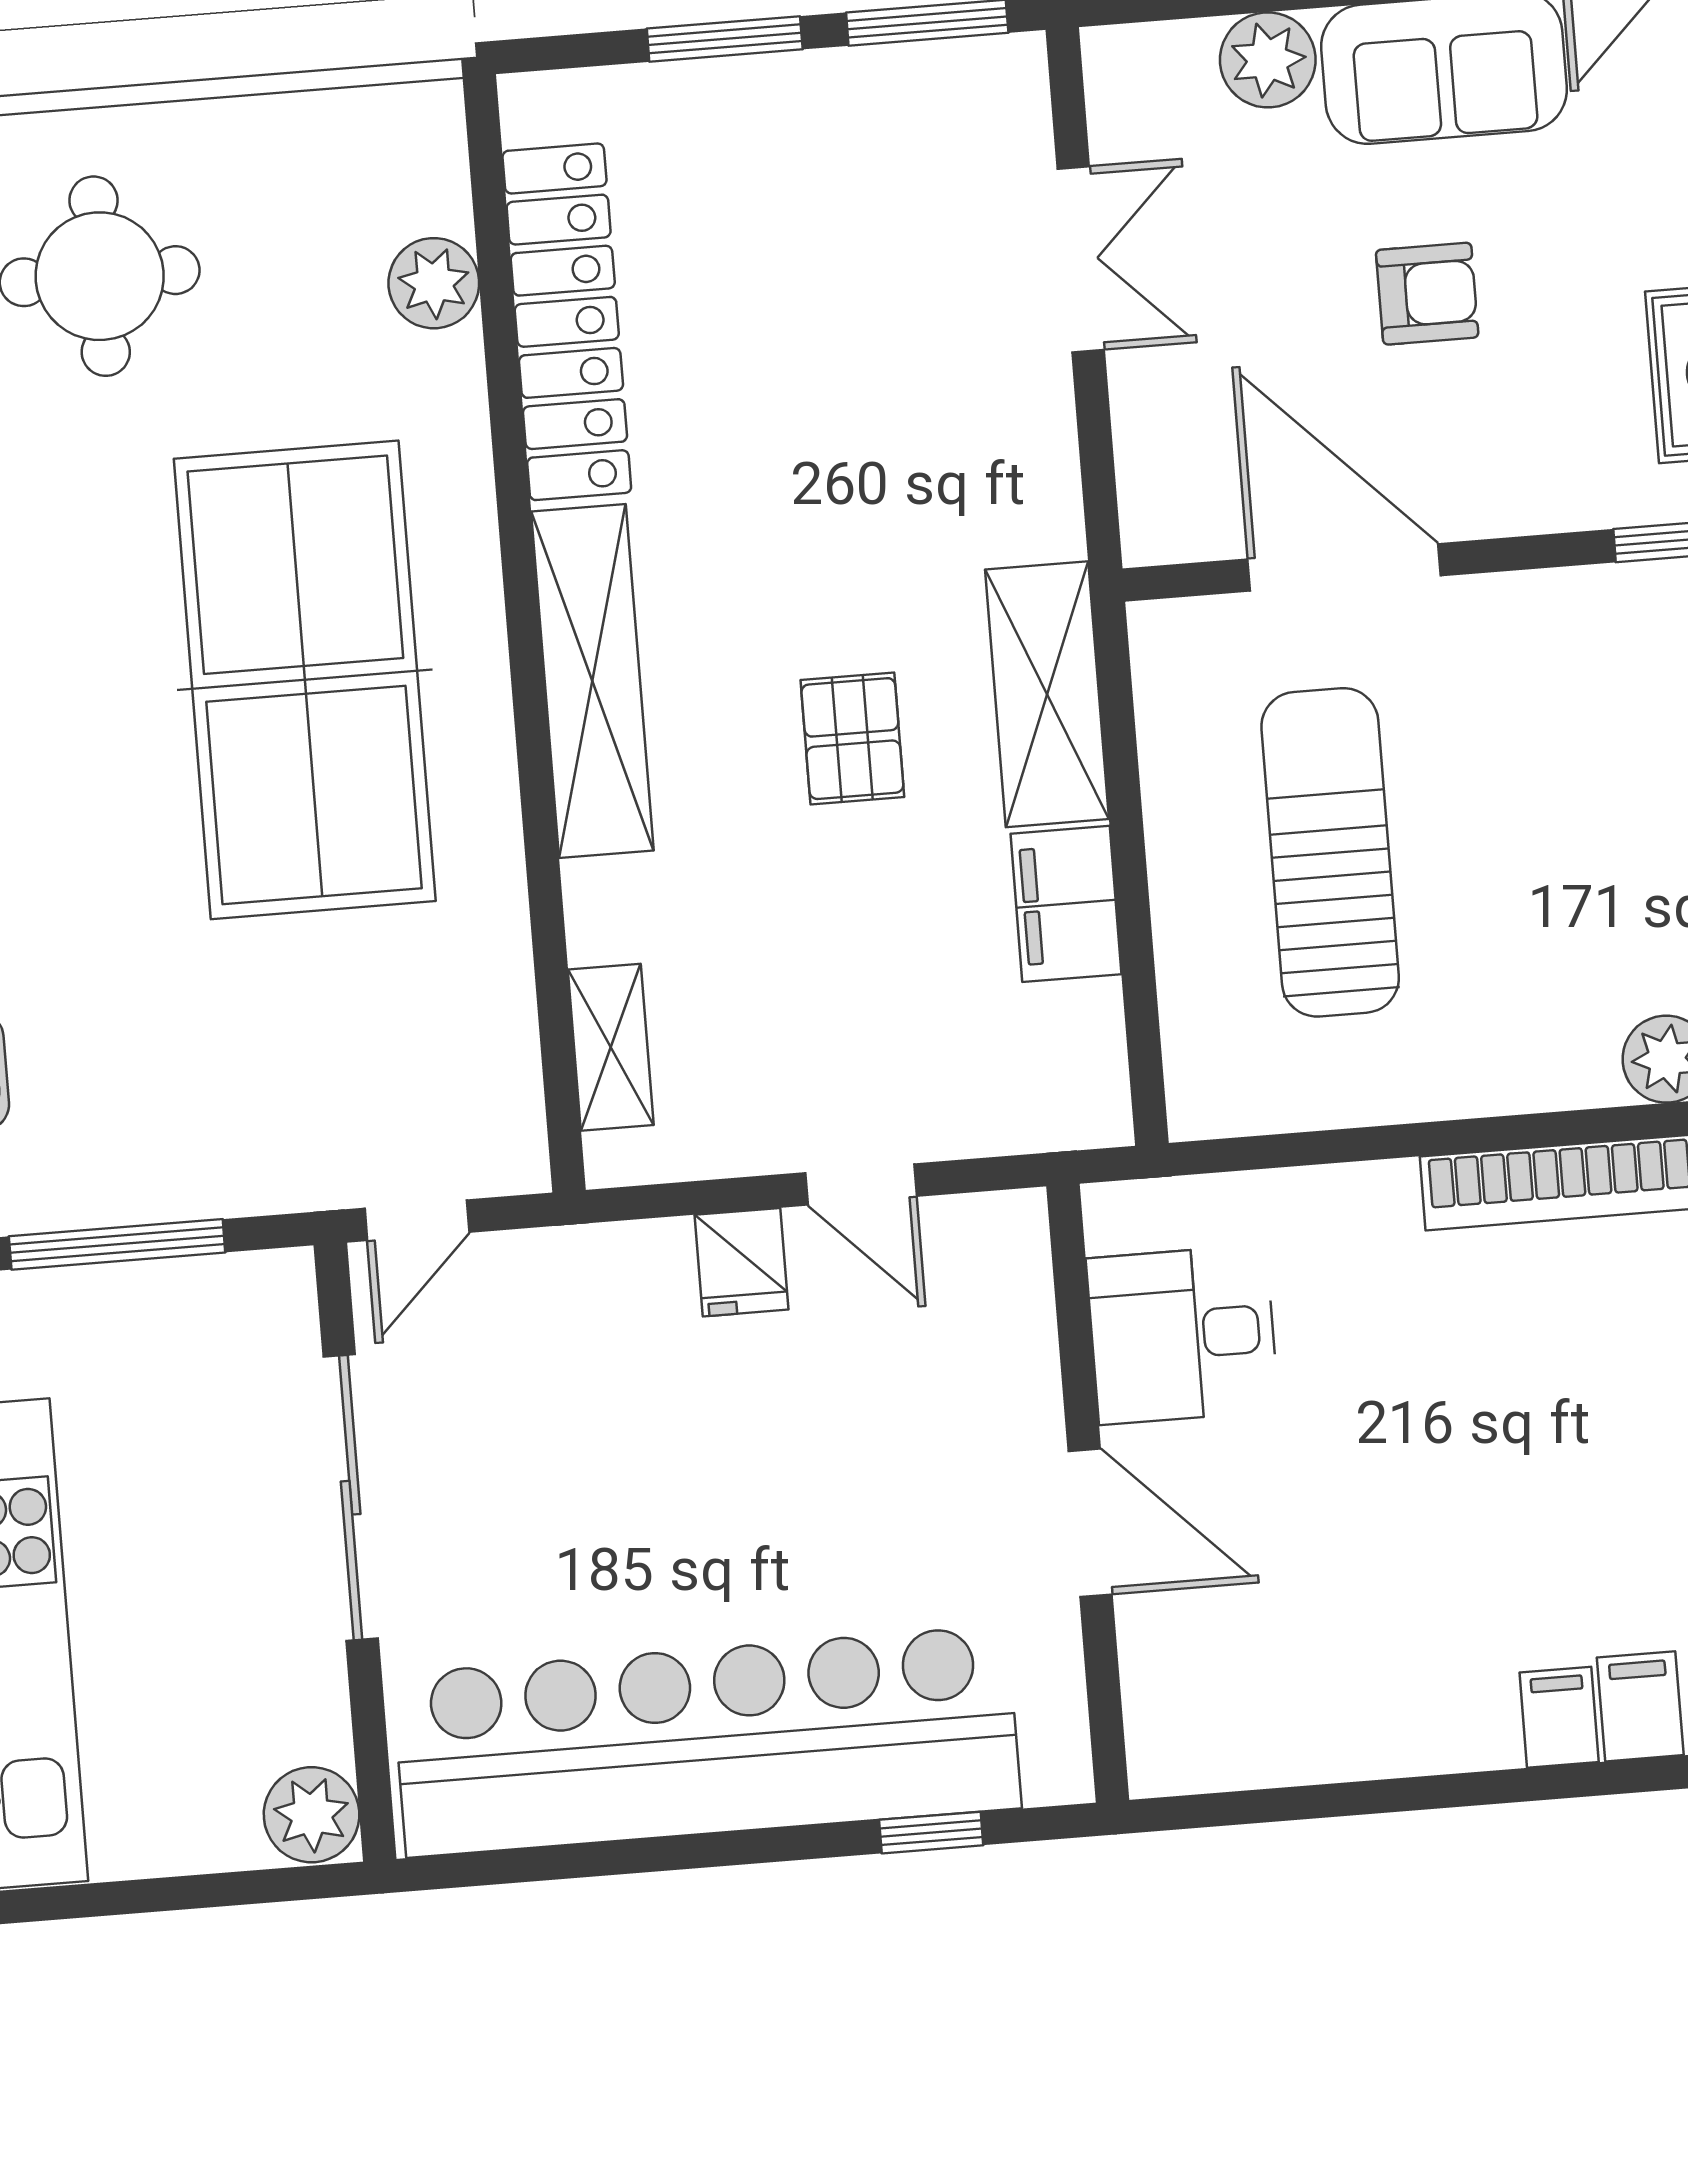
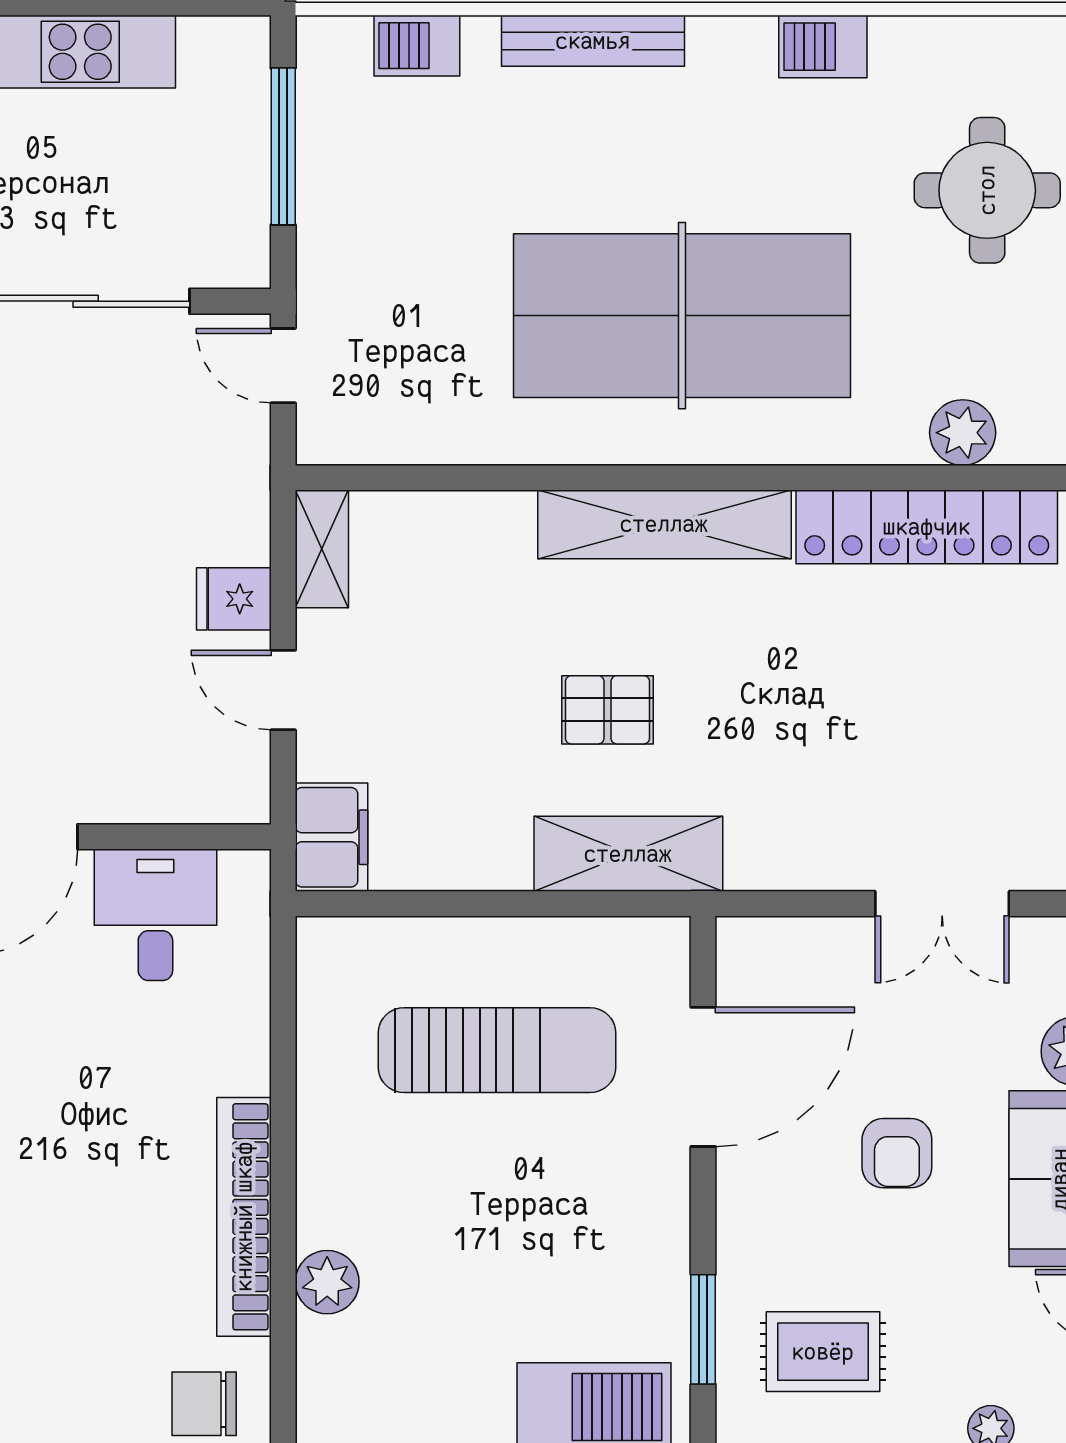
filing cabinet: (1066, 904) -> (332, 837), moved, turned 90
shelving: (611, 1047) -> (322, 549), moved, turned 90
door: (861, 1185) -> (283, 690), hinge flipped

